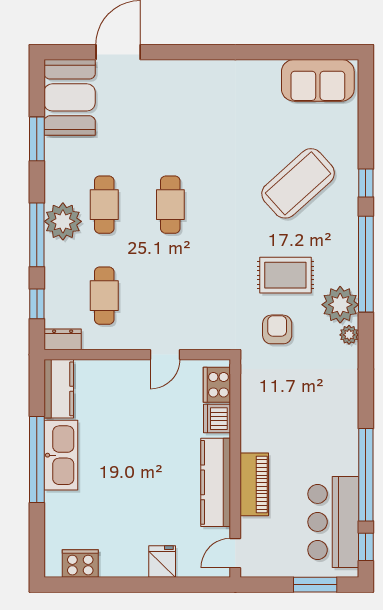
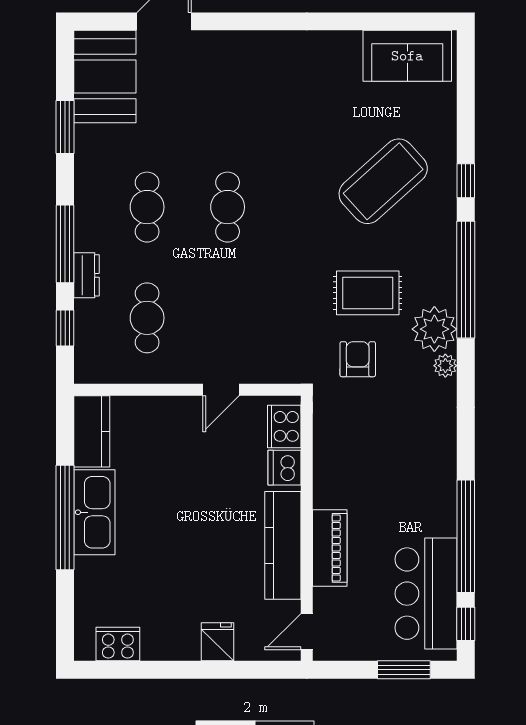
plant: (63, 221) -> (97, 228), removed
dresser: (63, 339) -> (87, 275), moved, turned 90

